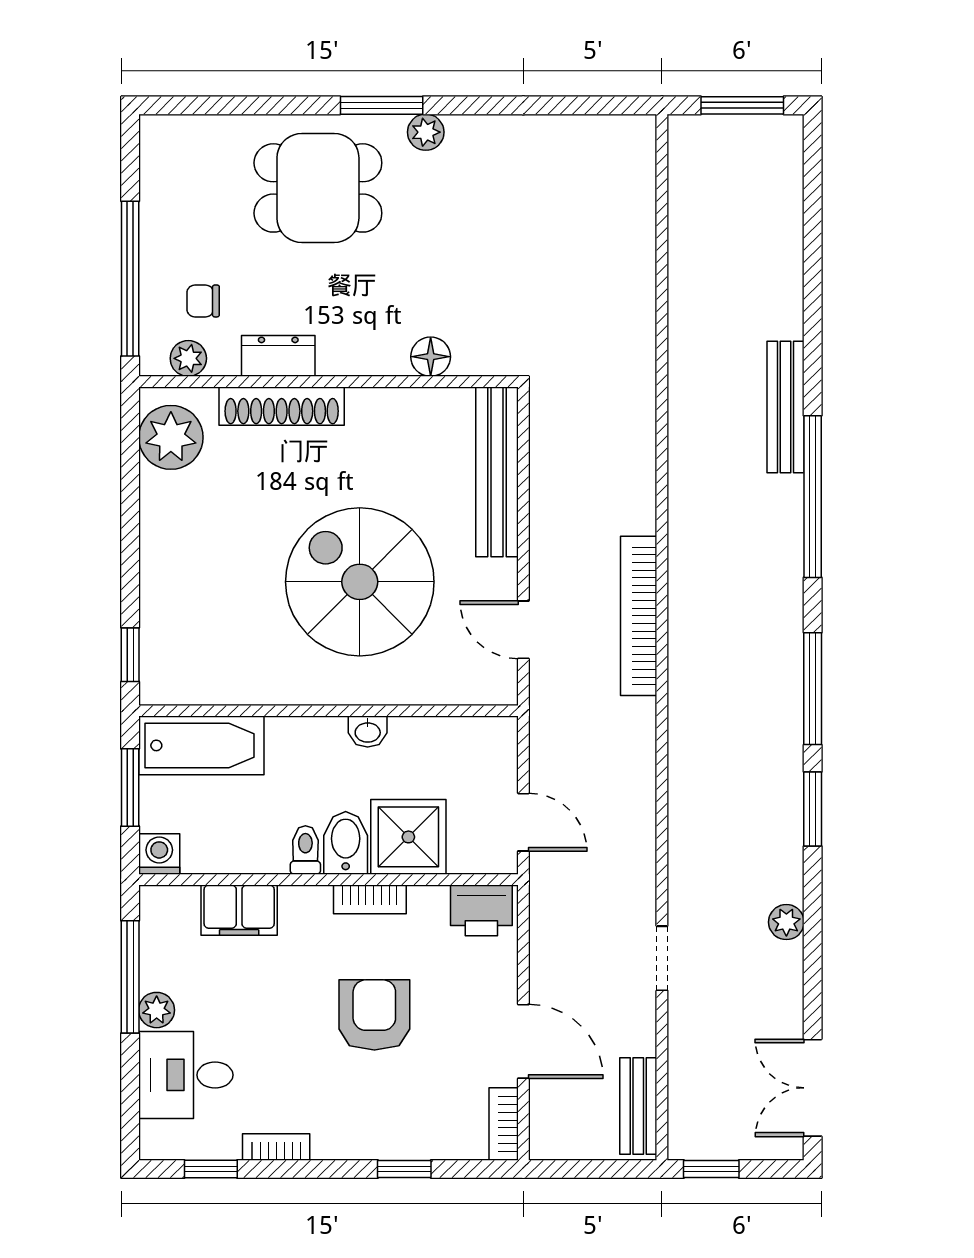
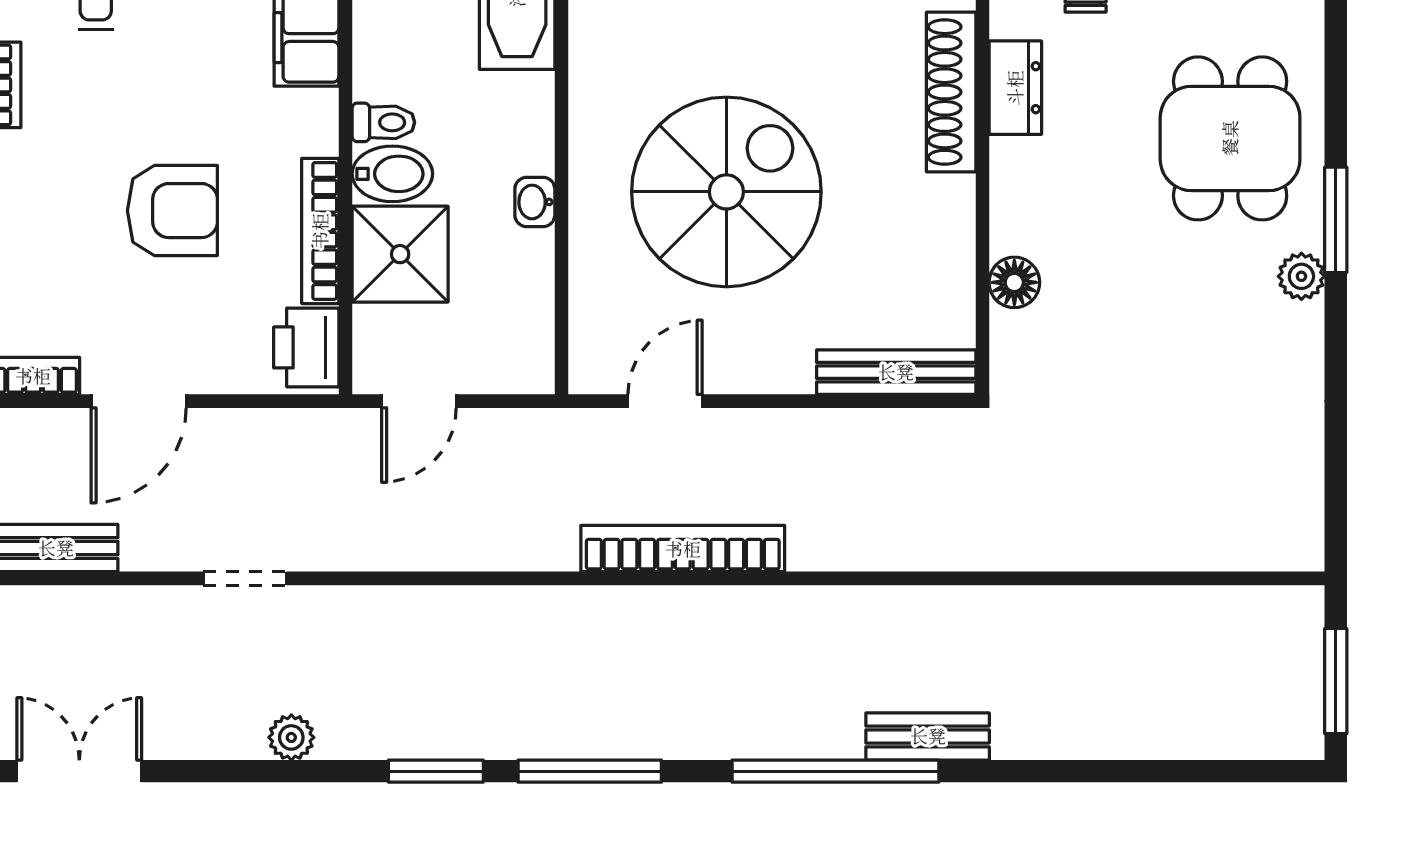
bench: (786, 407) -> (928, 736), width x0.73
bench: (497, 472) -> (896, 372), width x0.73, depth x0.82
bookcase: (370, 899) -> (320, 231), width x1.56

